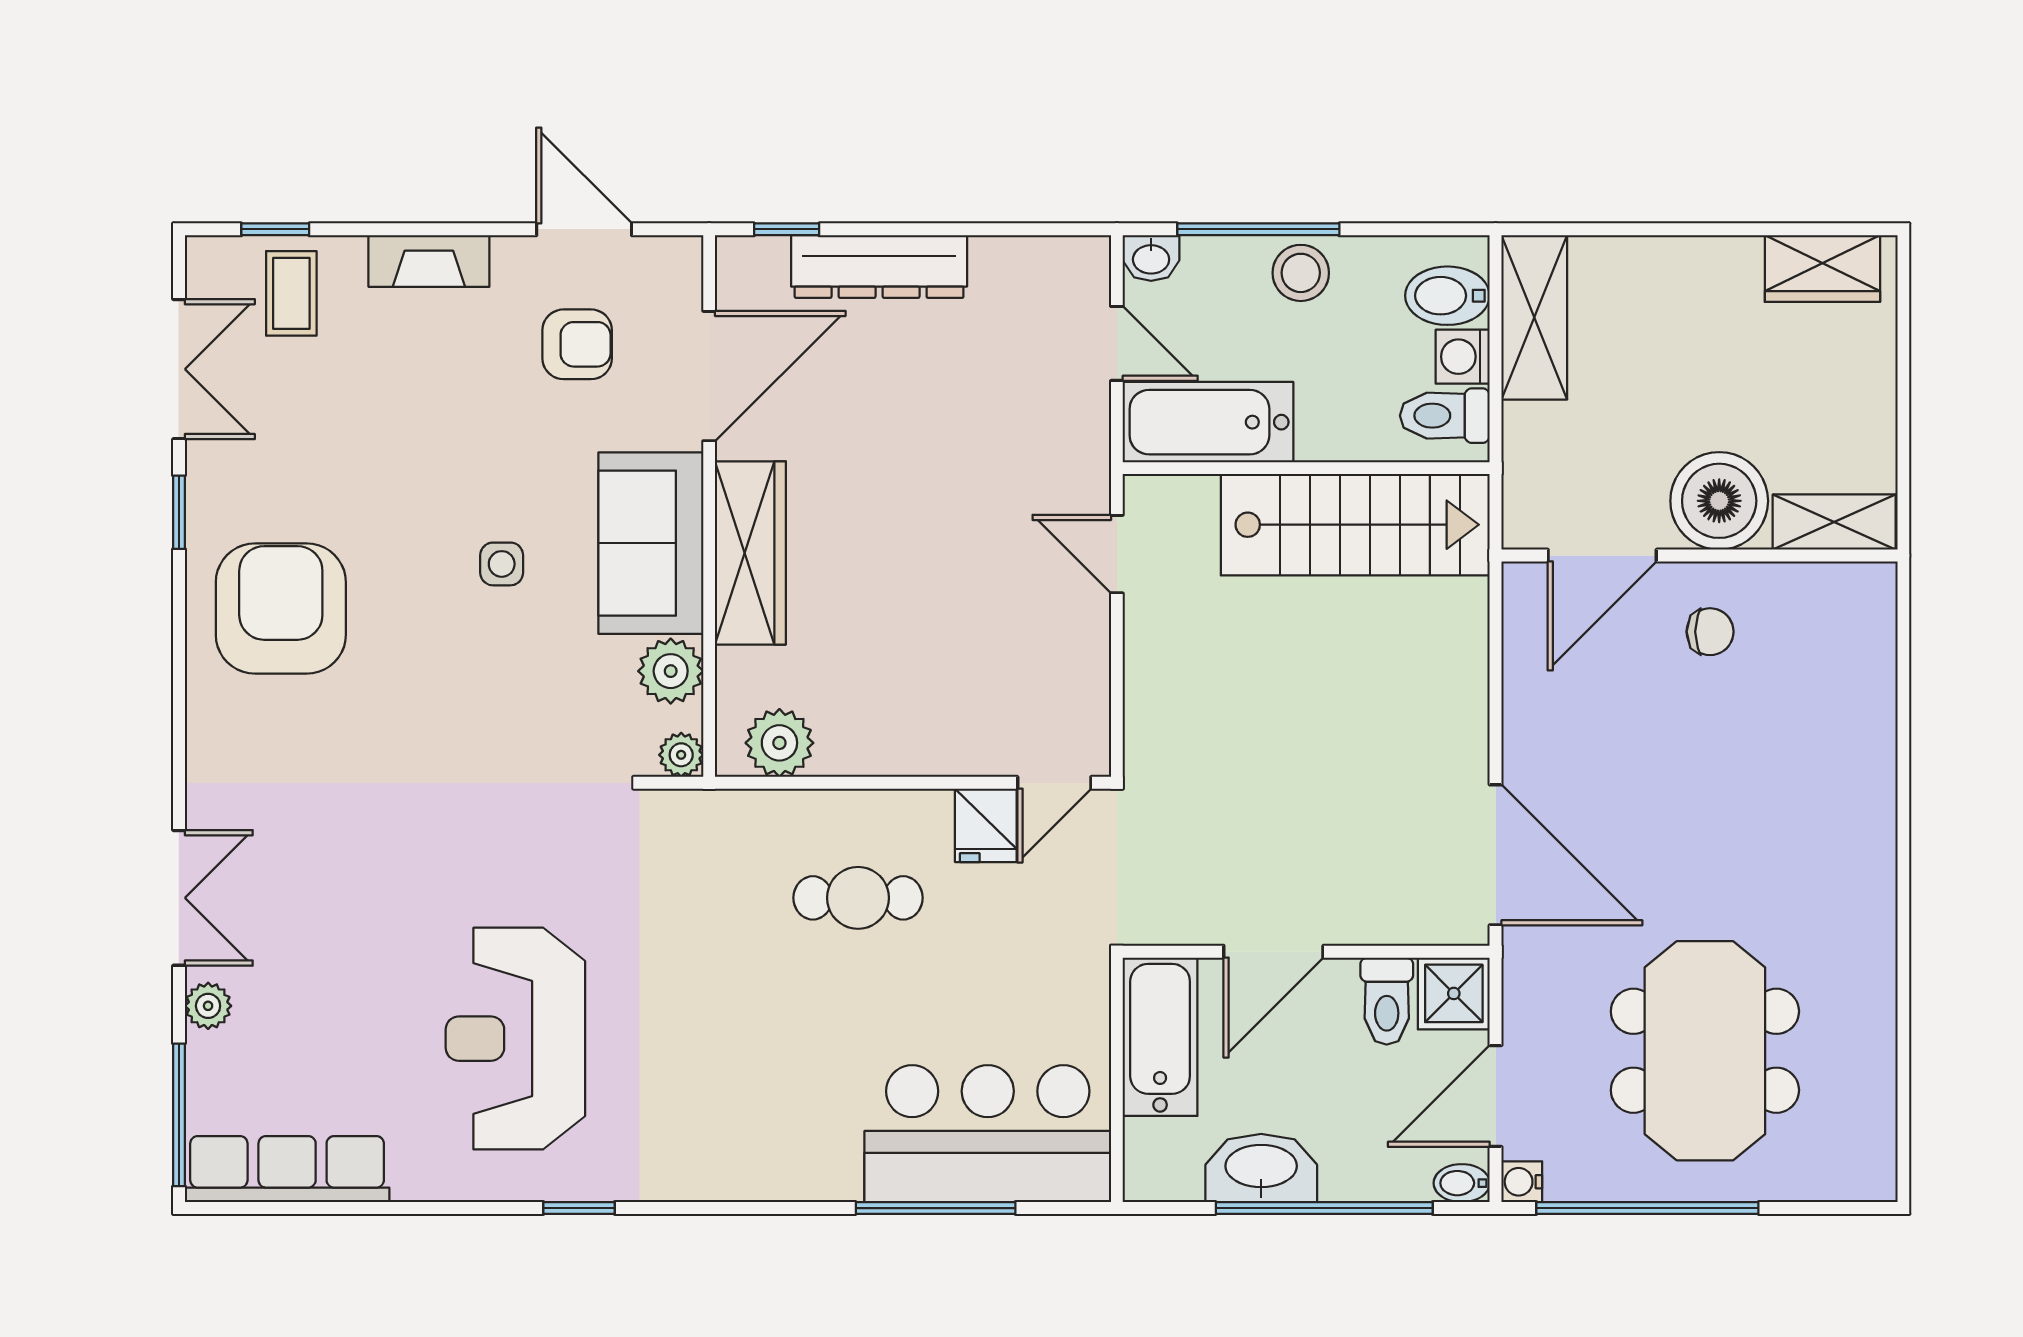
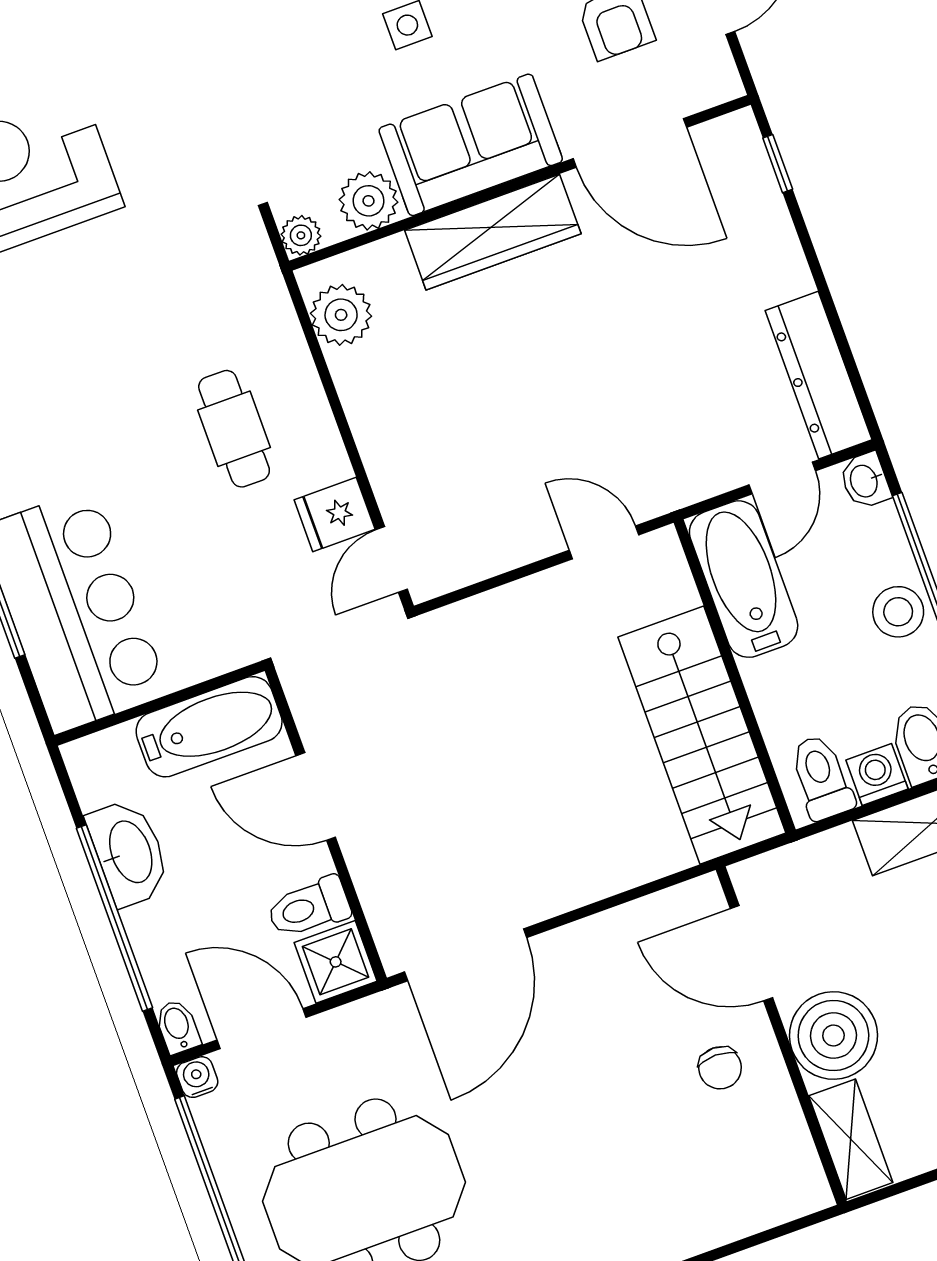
dresser: (879, 267) -> (819, 375), moved
door: (1117, 554) -> (604, 542), hinge flipped
door: (1054, 783) -> (392, 559), hinge flipped

